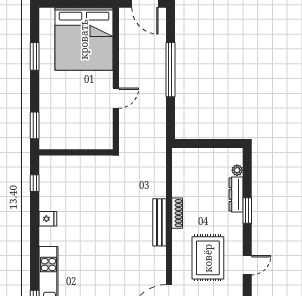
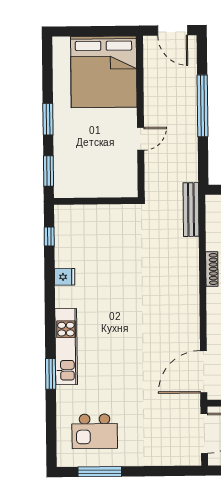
window: (35, 56) -> (48, 119), moved
bench: (159, 222) -> (191, 210), moved

